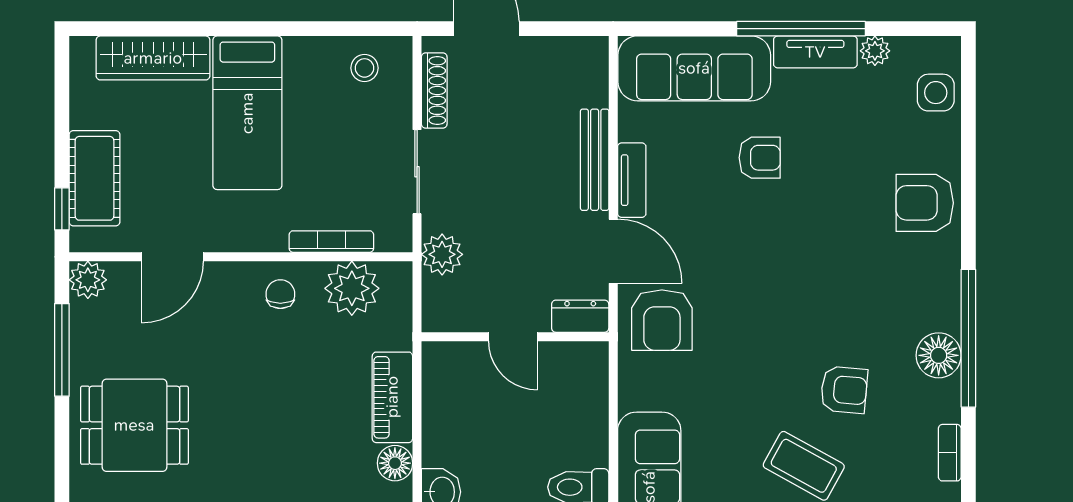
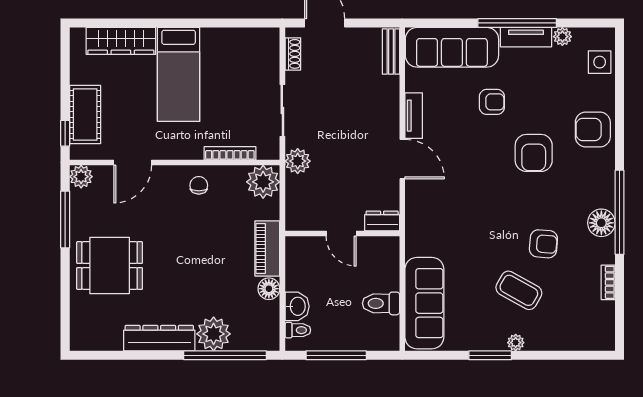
stool: (365, 68) -> (250, 47), removed
shoe rack: (434, 91) -> (293, 54), width x0.70
bench: (595, 160) -> (391, 52), moved, width x0.73
plant: (352, 288) -> (263, 182), moved
dresser: (580, 316) -> (382, 221), moved
armchair: (662, 320) -> (534, 153), moved
door: (513, 337) -> (341, 234), moved
wall: (515, 337) -> (342, 234), moved

